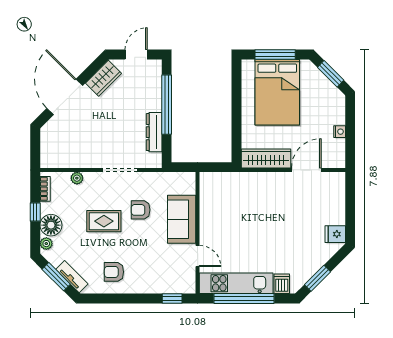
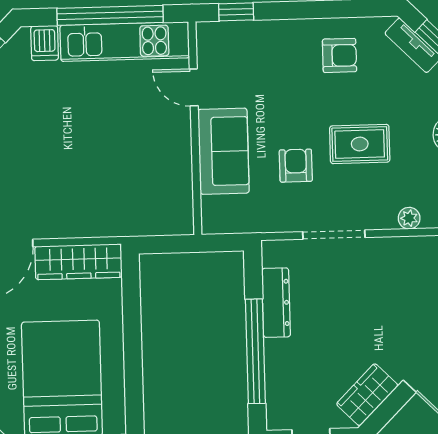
armchair: (141, 210) -> (296, 166), turned -90

